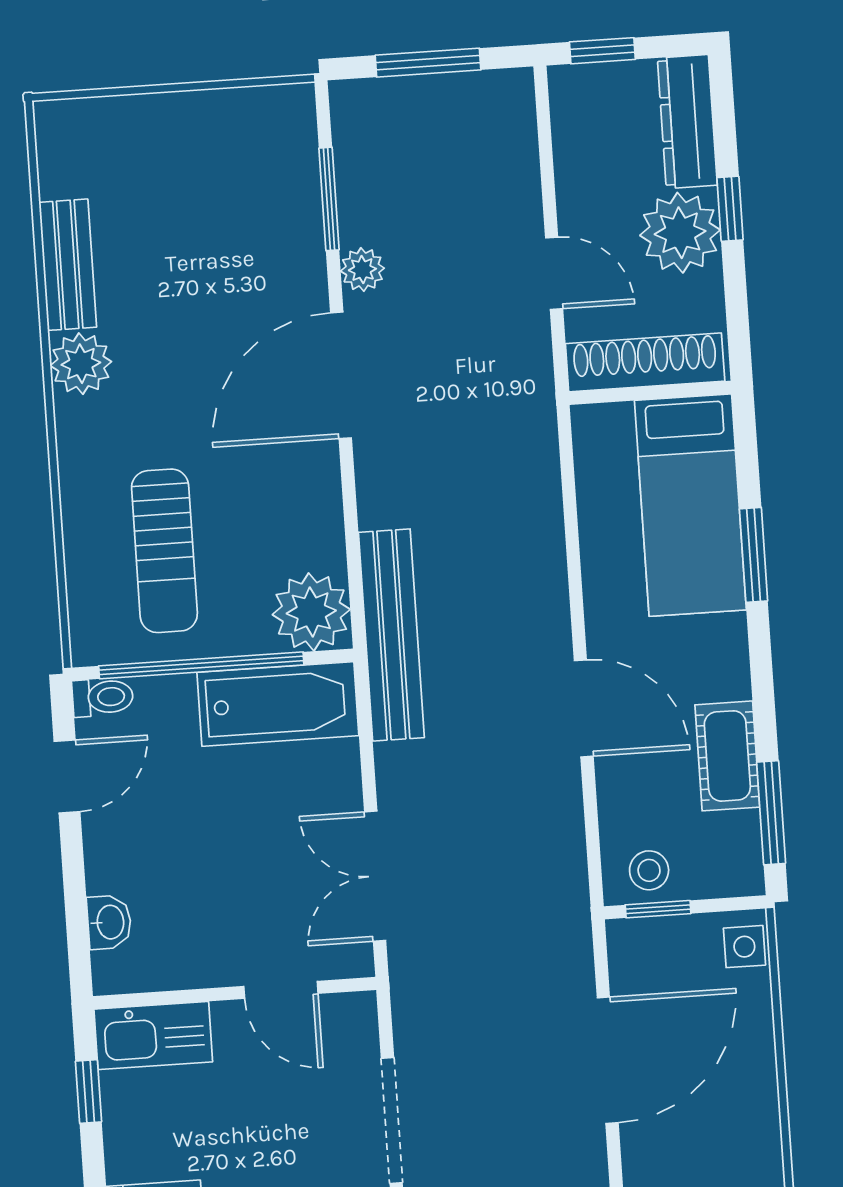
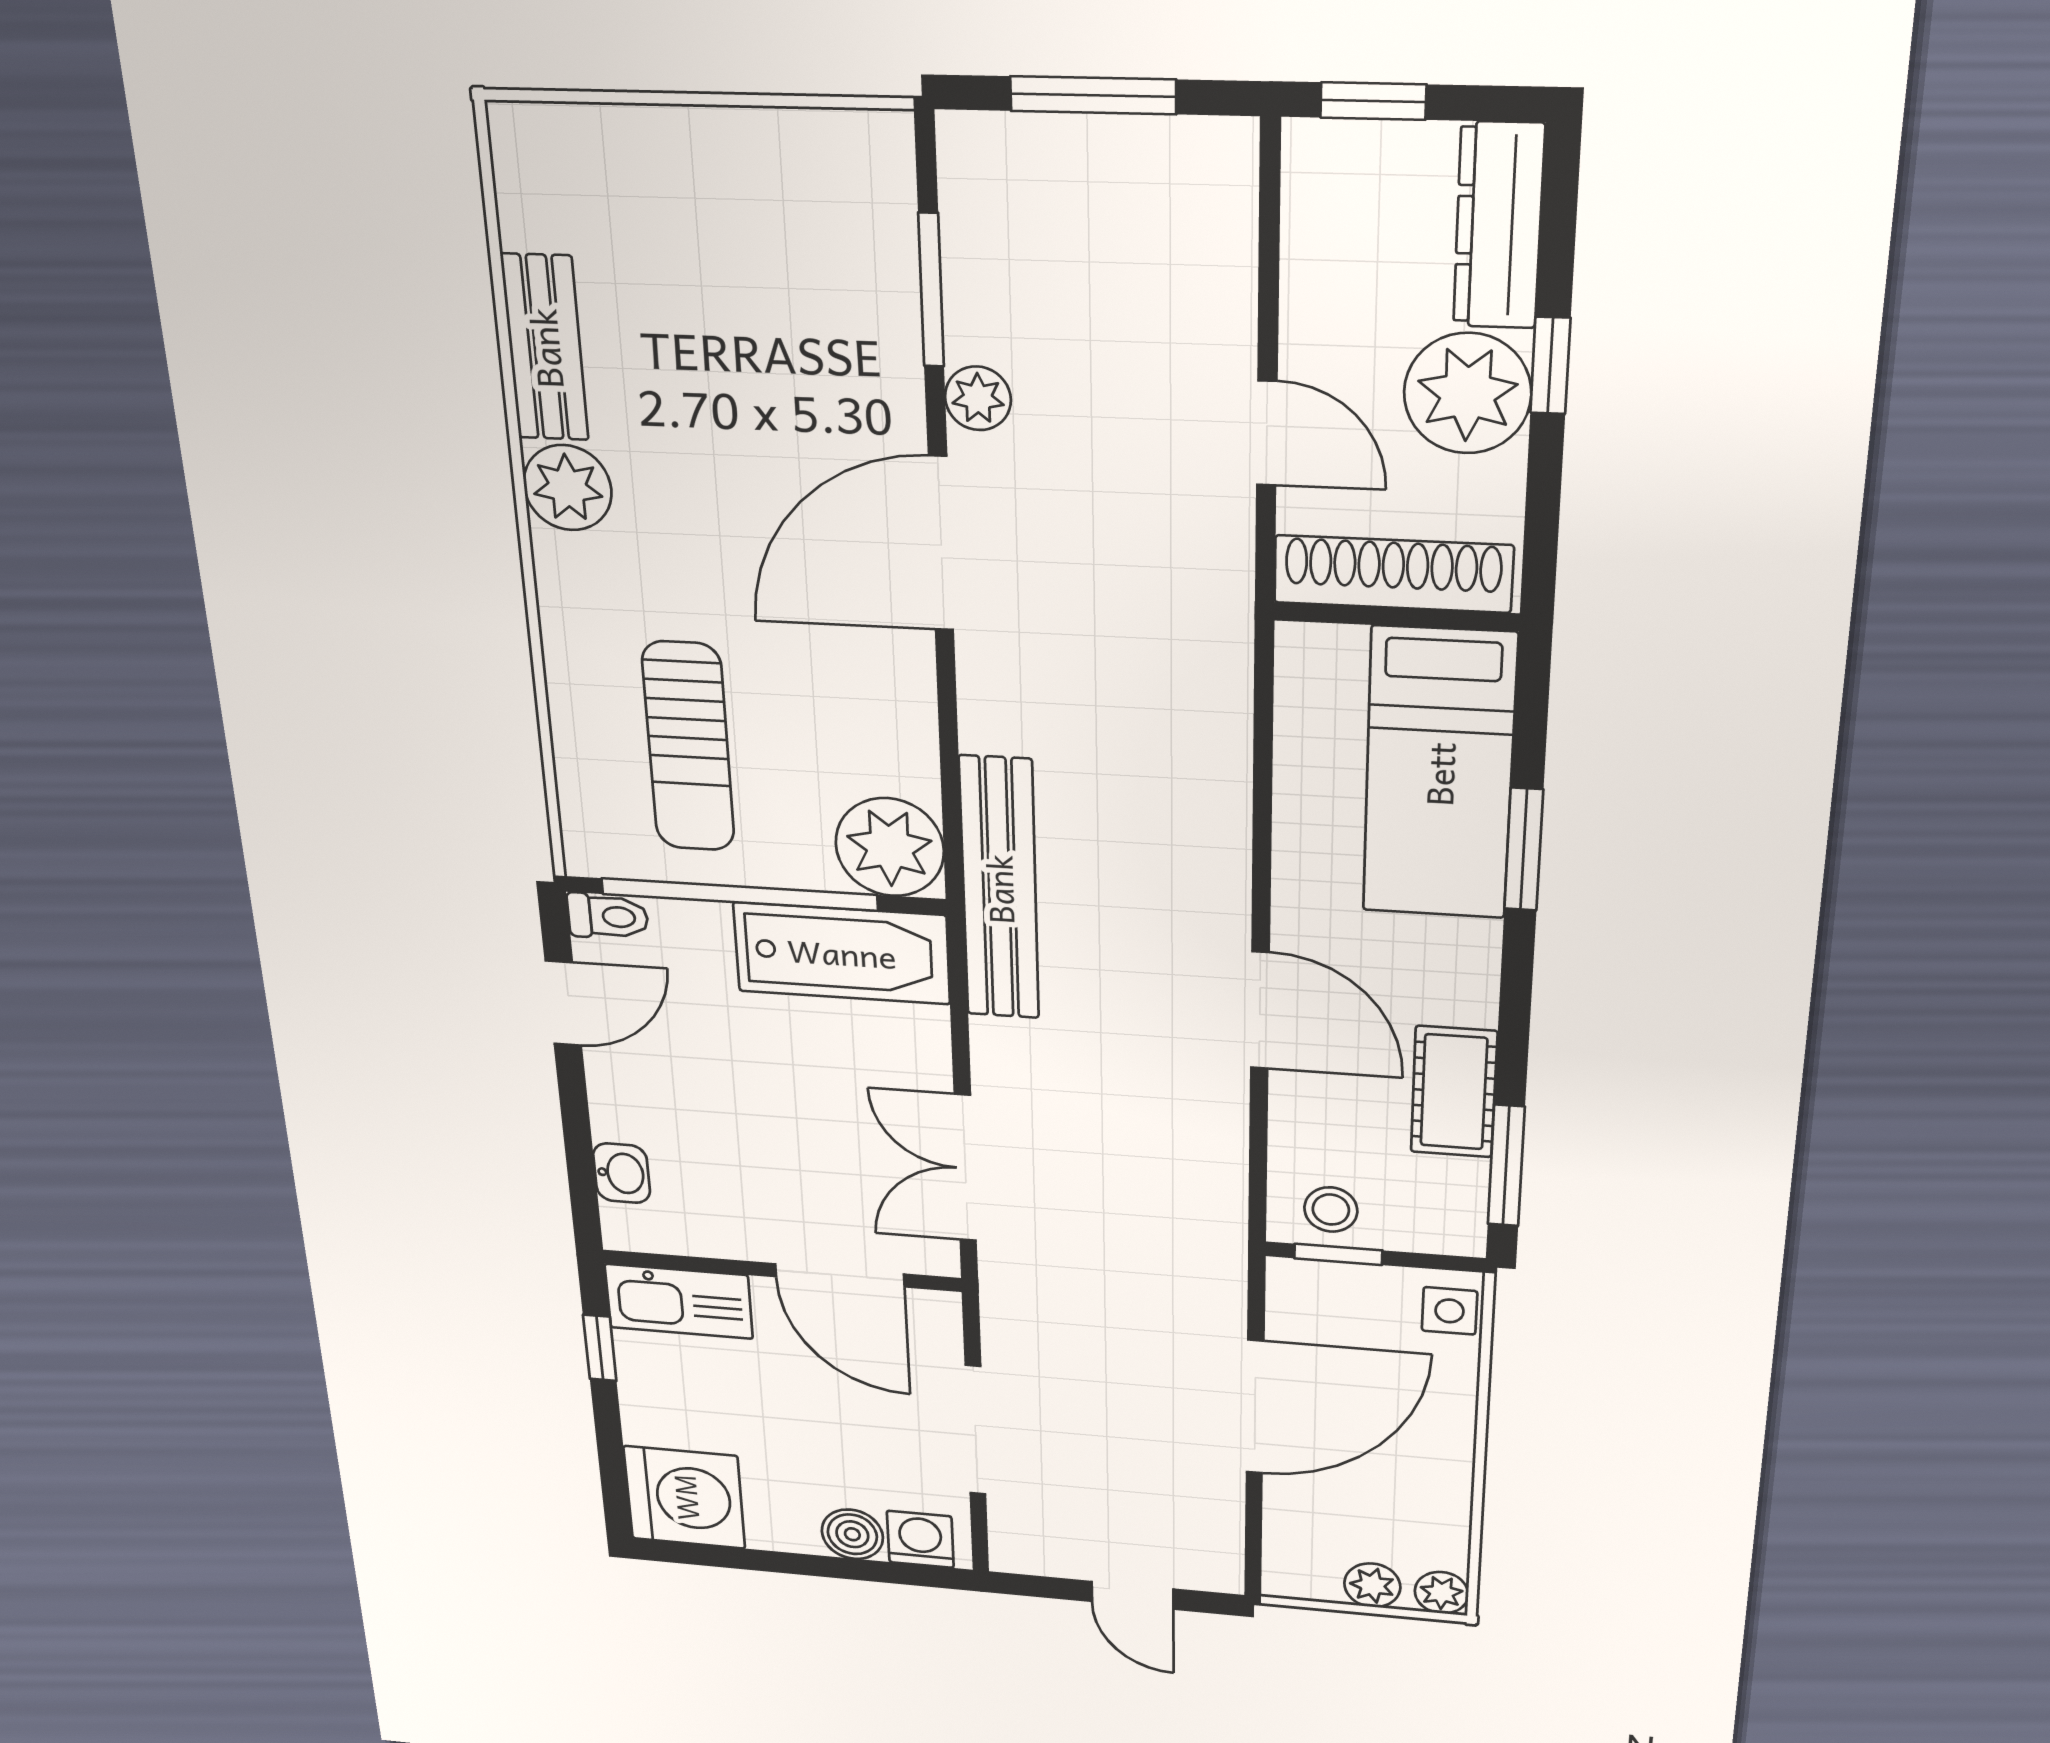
door: (281, 990) -> (840, 1275), width x1.38

